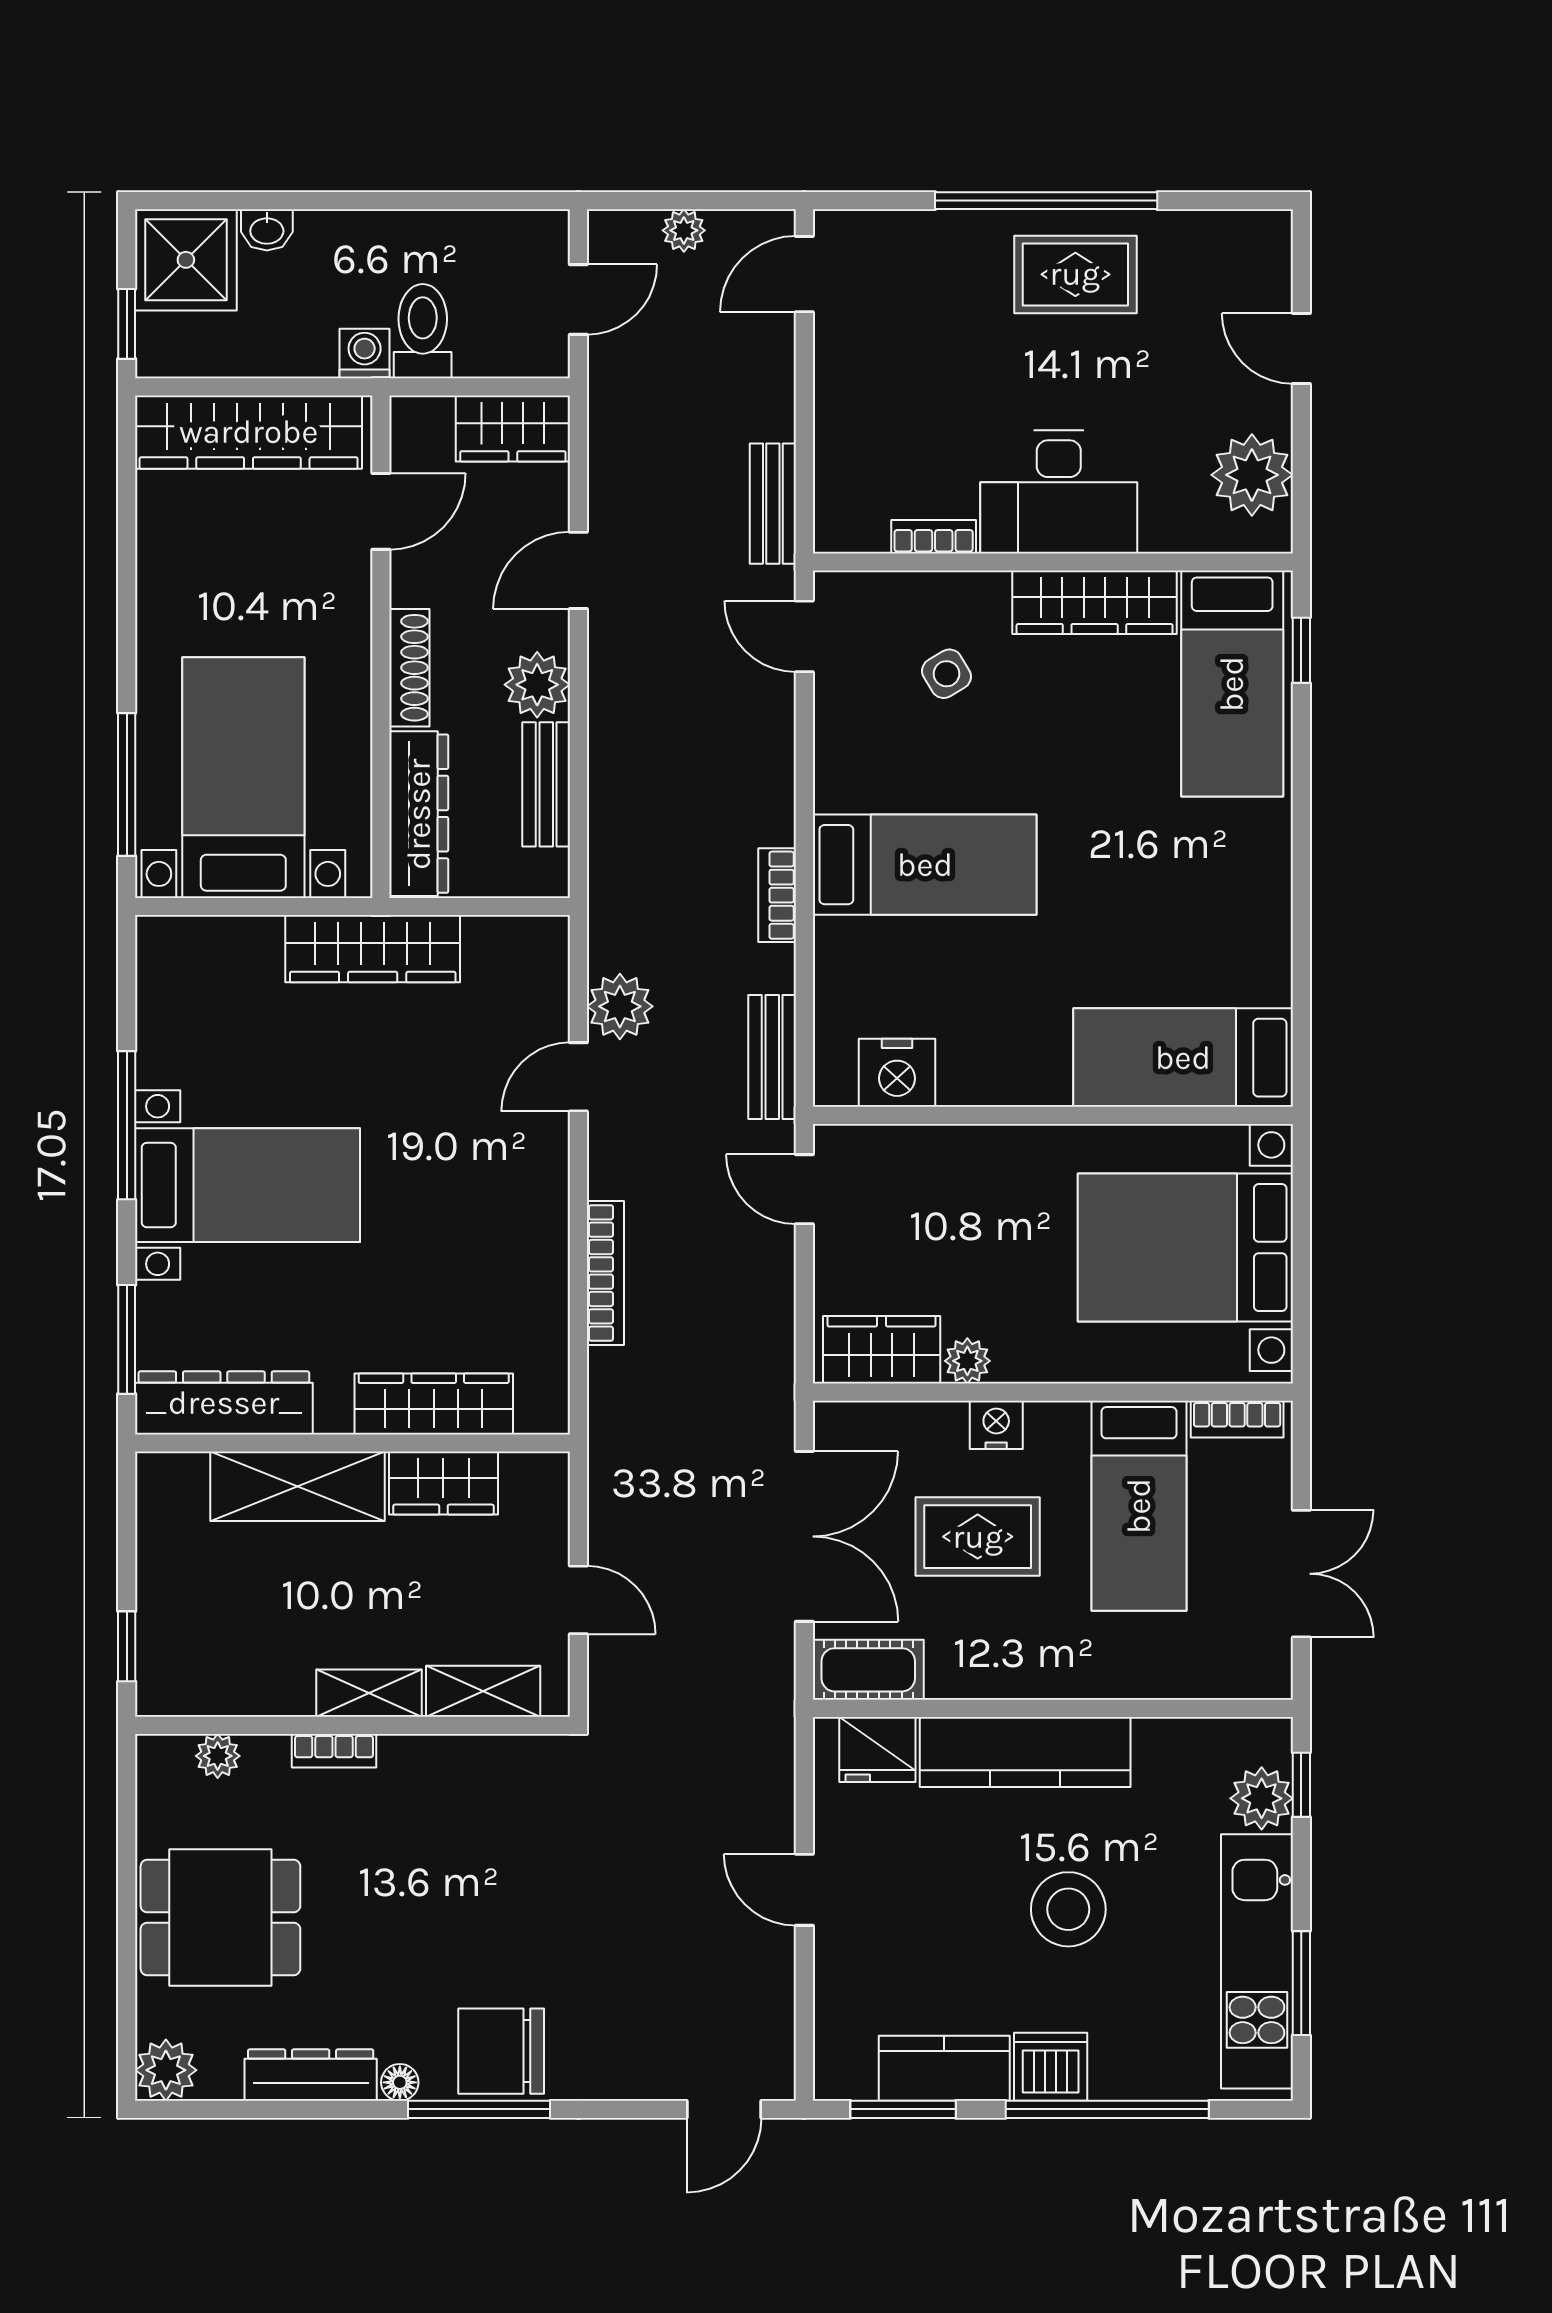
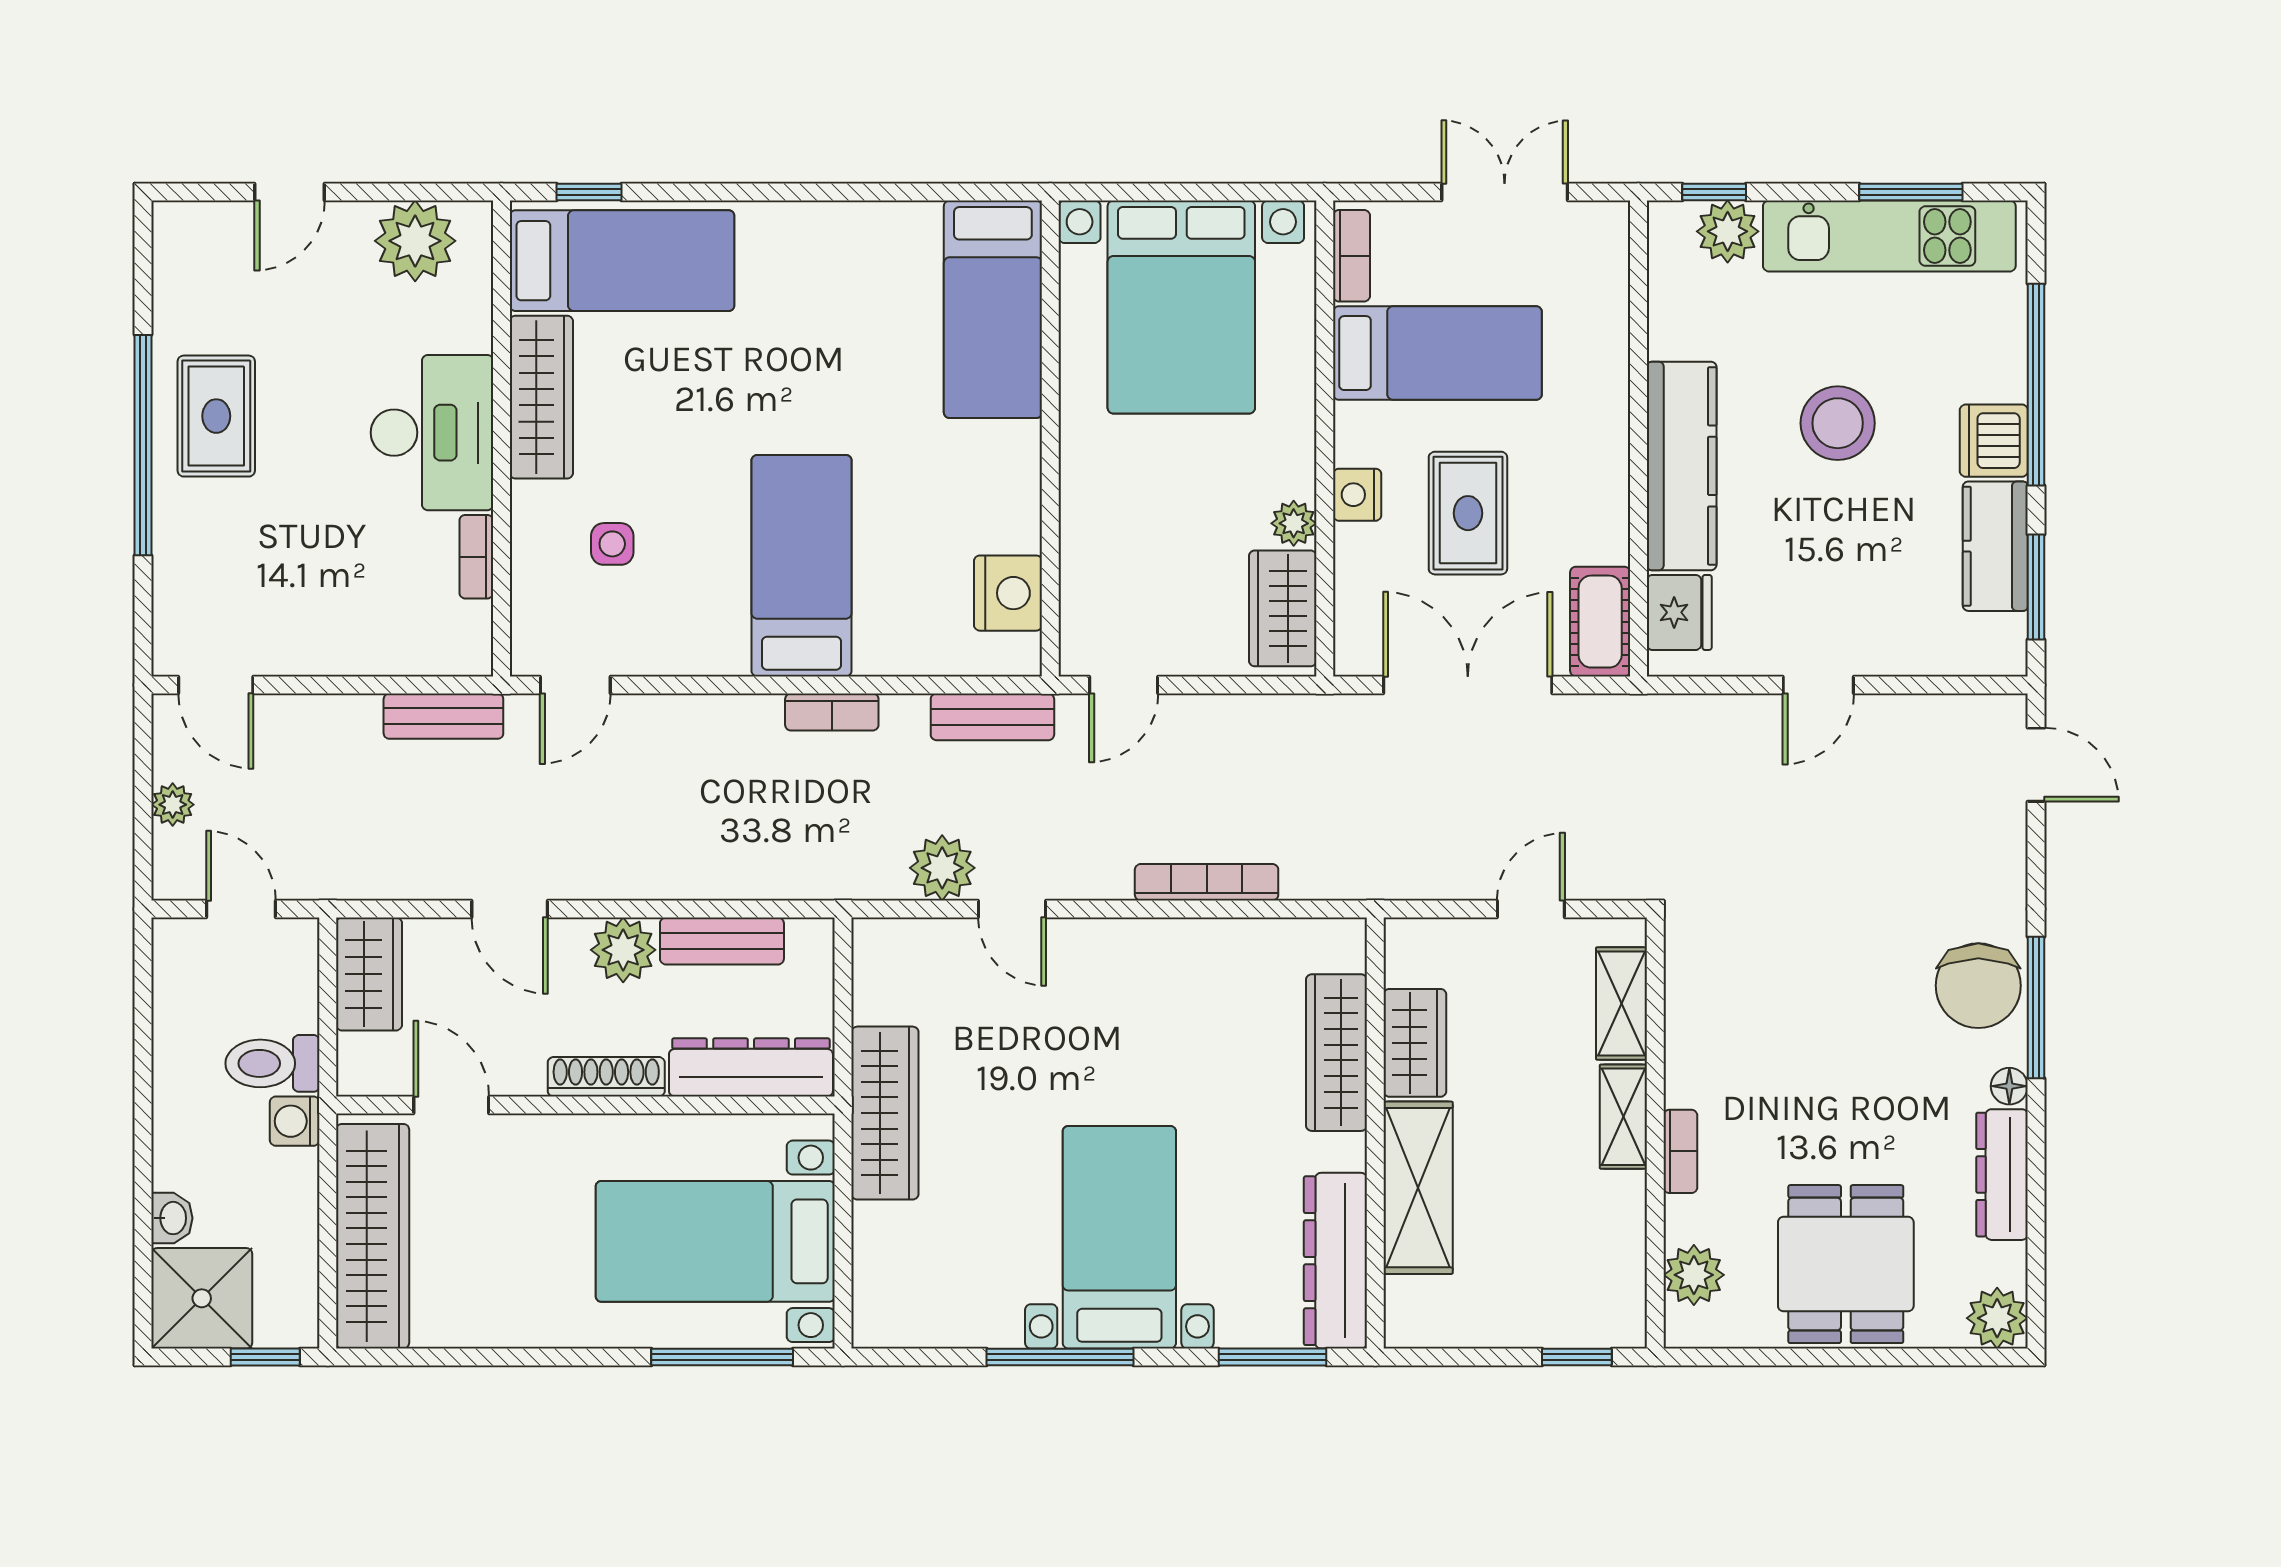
side table: (946, 674) -> (612, 544), turned 31
plant: (218, 1756) -> (1694, 1275), width x1.38, depth x1.38

